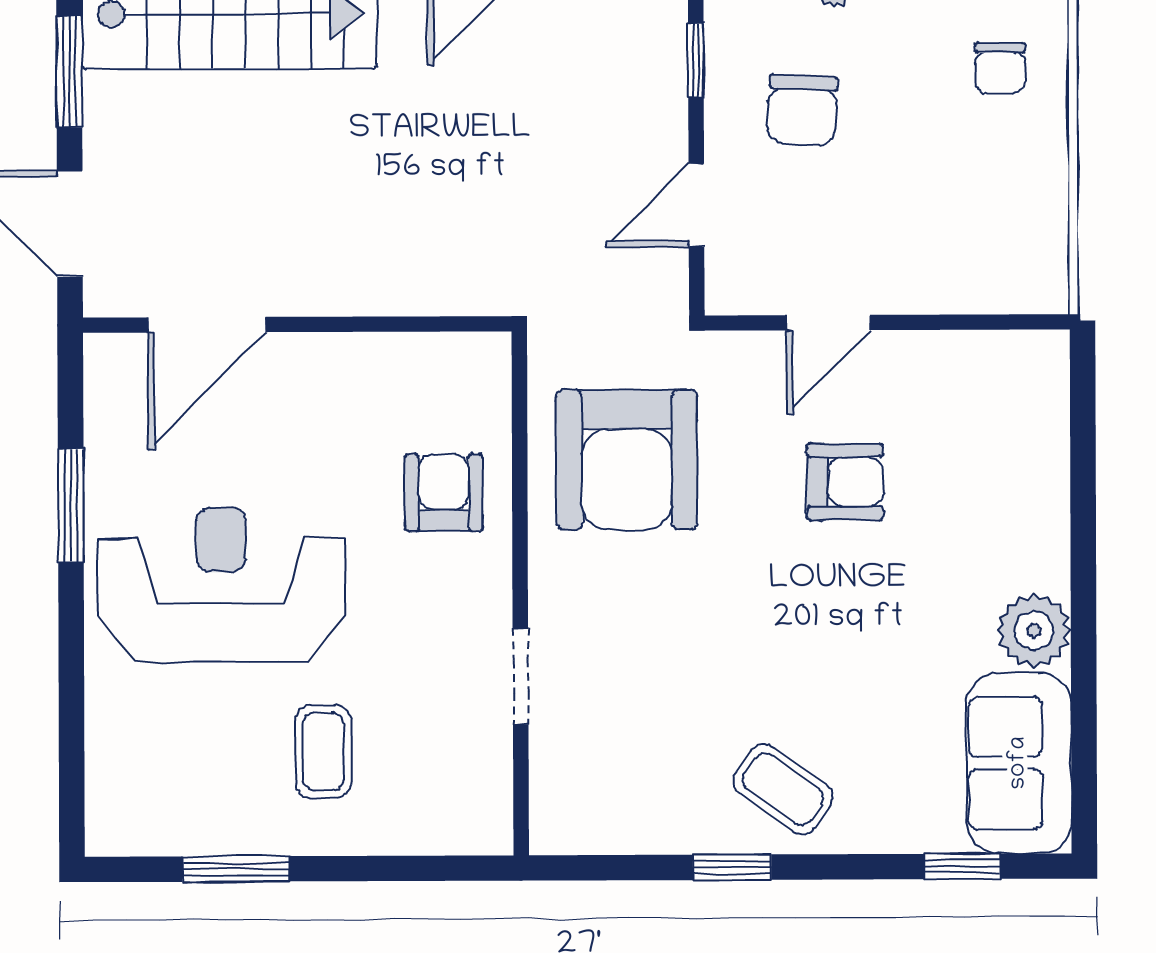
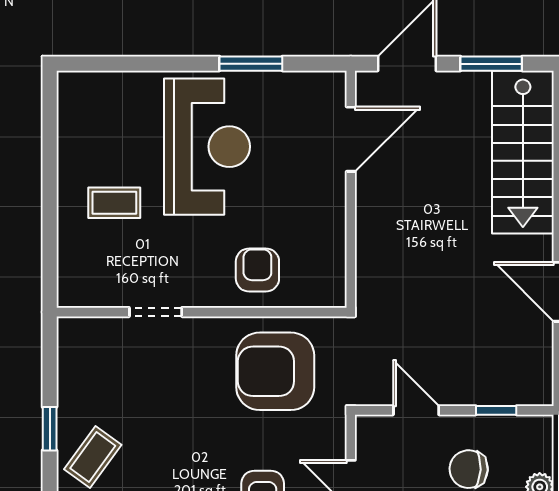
door: (207, 325) -> (351, 139), swing flipped
armchair: (444, 493) -> (257, 270), turned -90
window: (236, 869) -> (50, 154), removed

